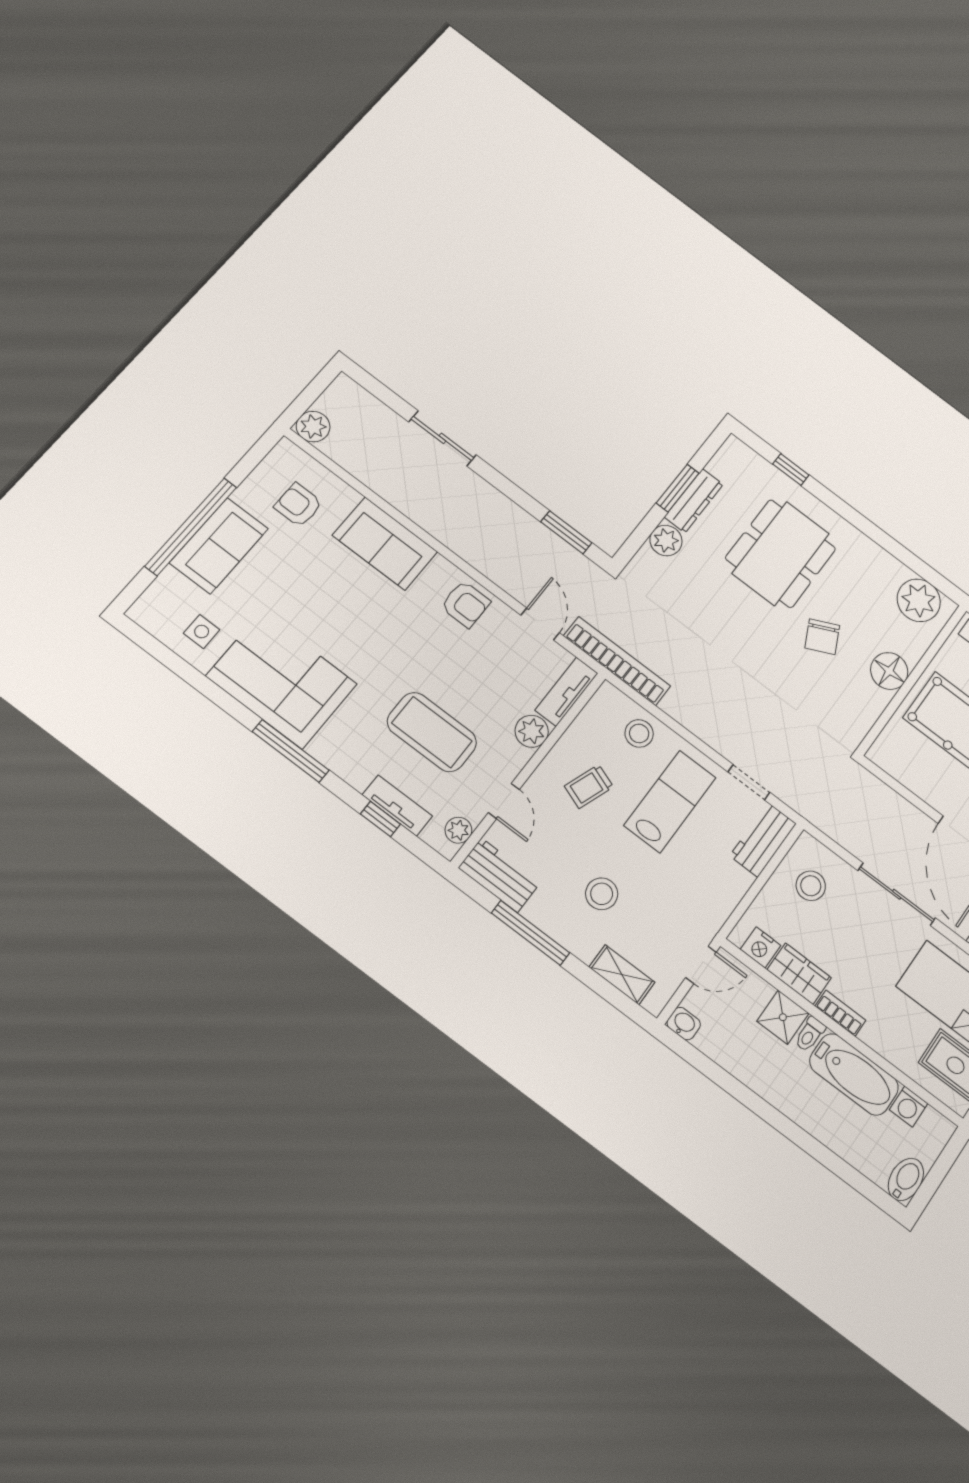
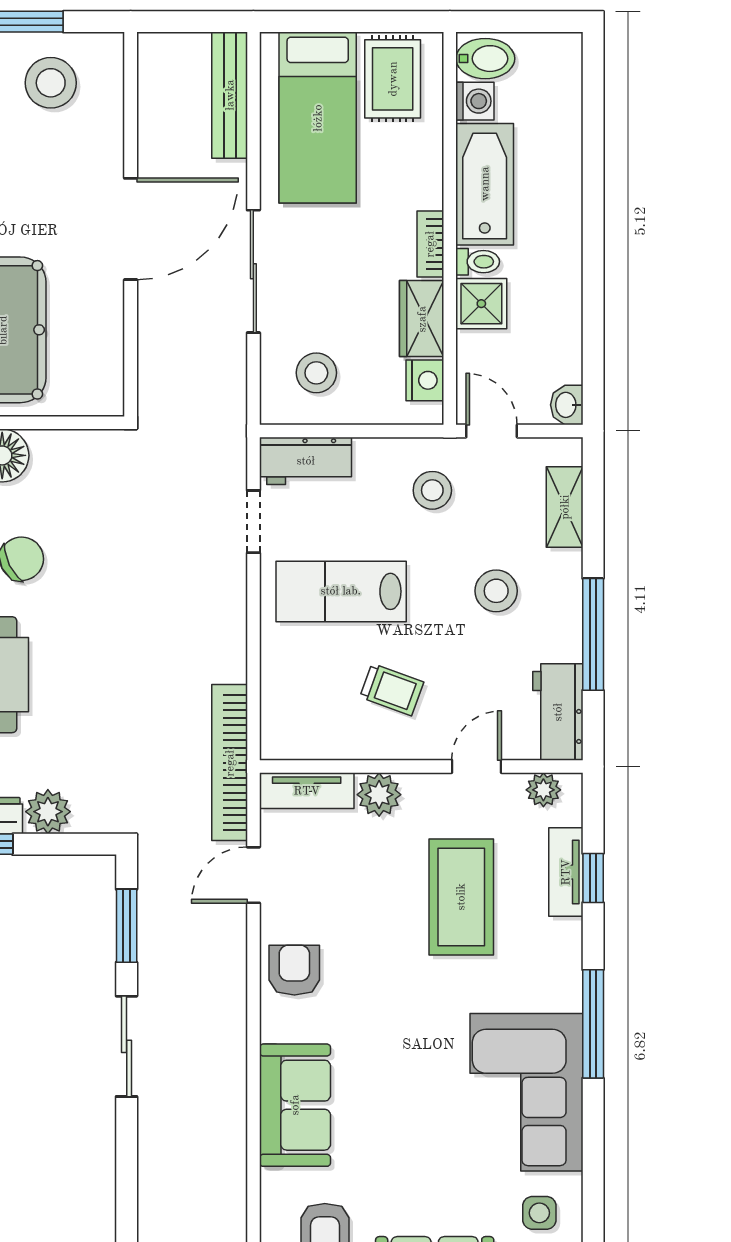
sliding door: (442, 438) -> (127, 1046), moved
stool: (639, 733) -> (432, 490), moved
bidet: (906, 1179) -> (485, 59), moved, turned 180

